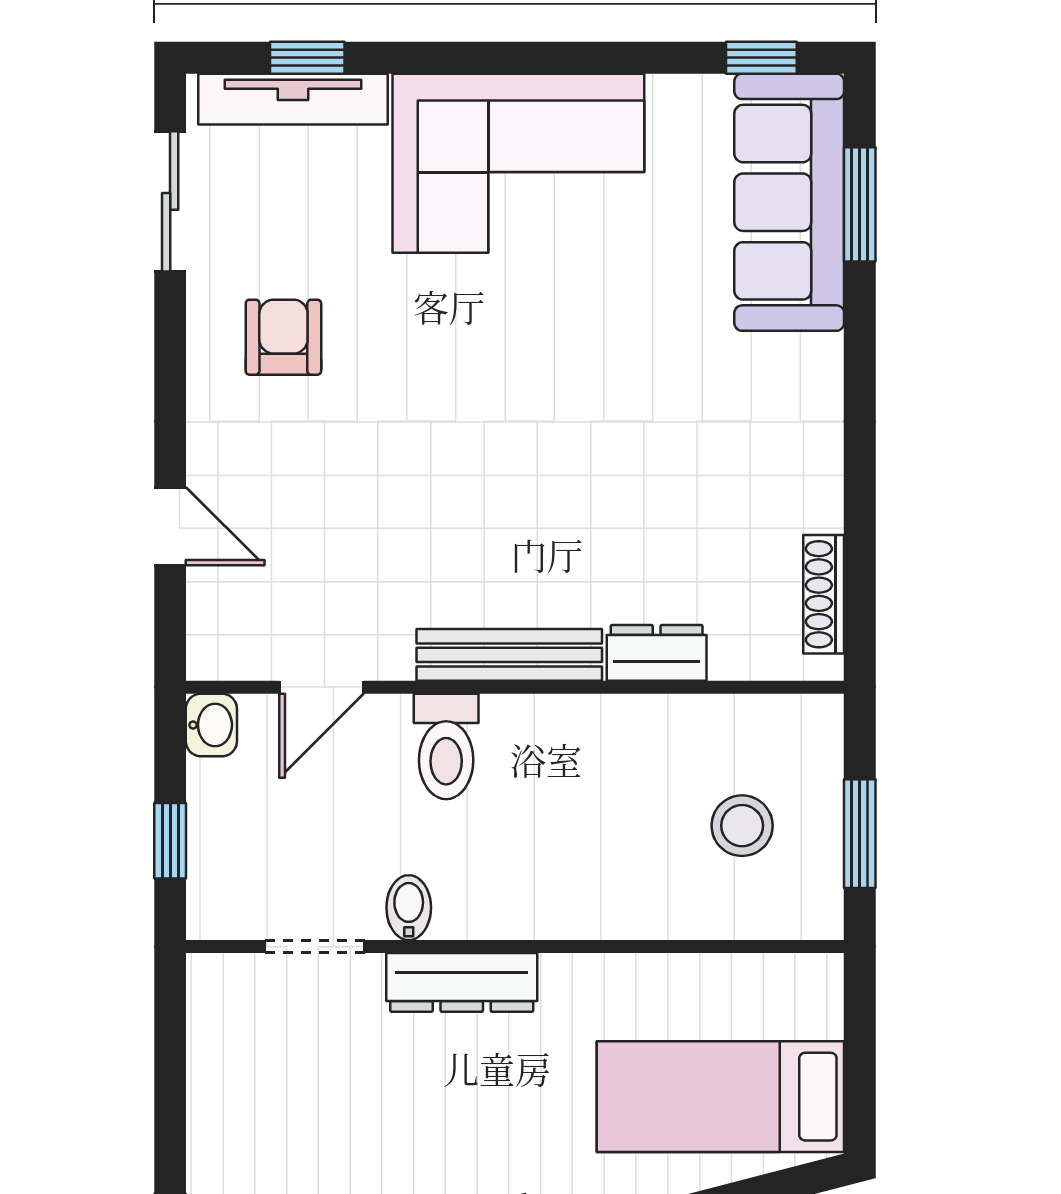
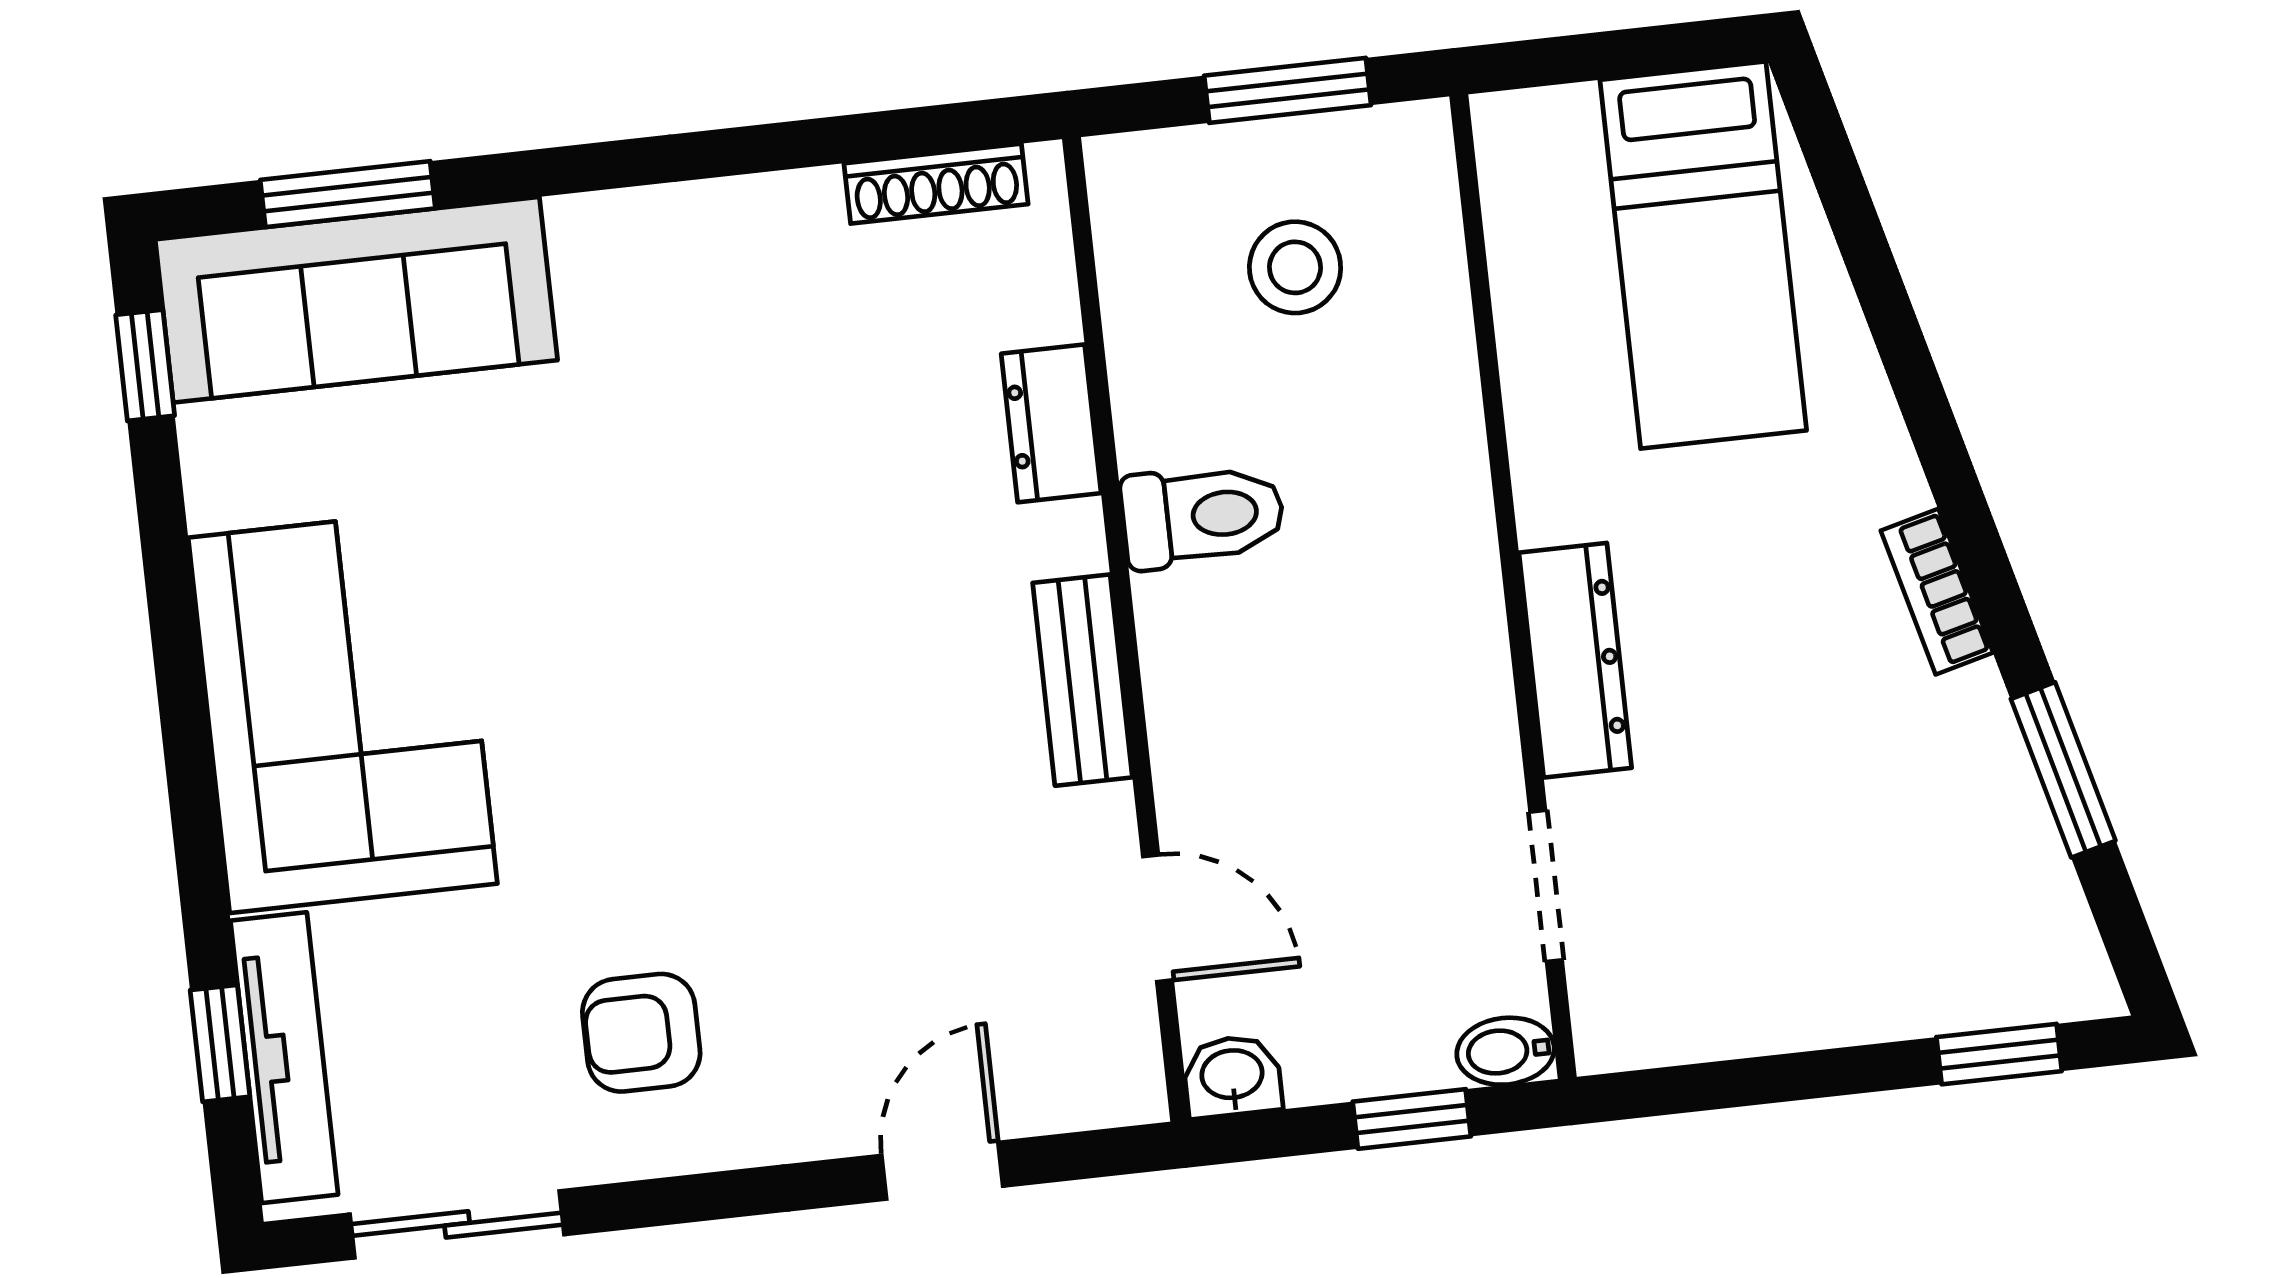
bench: (509, 655) -> (1083, 680), width x0.73
toilet: (446, 746) -> (1203, 516), moved
bidet: (409, 908) -> (1505, 1051), moved

